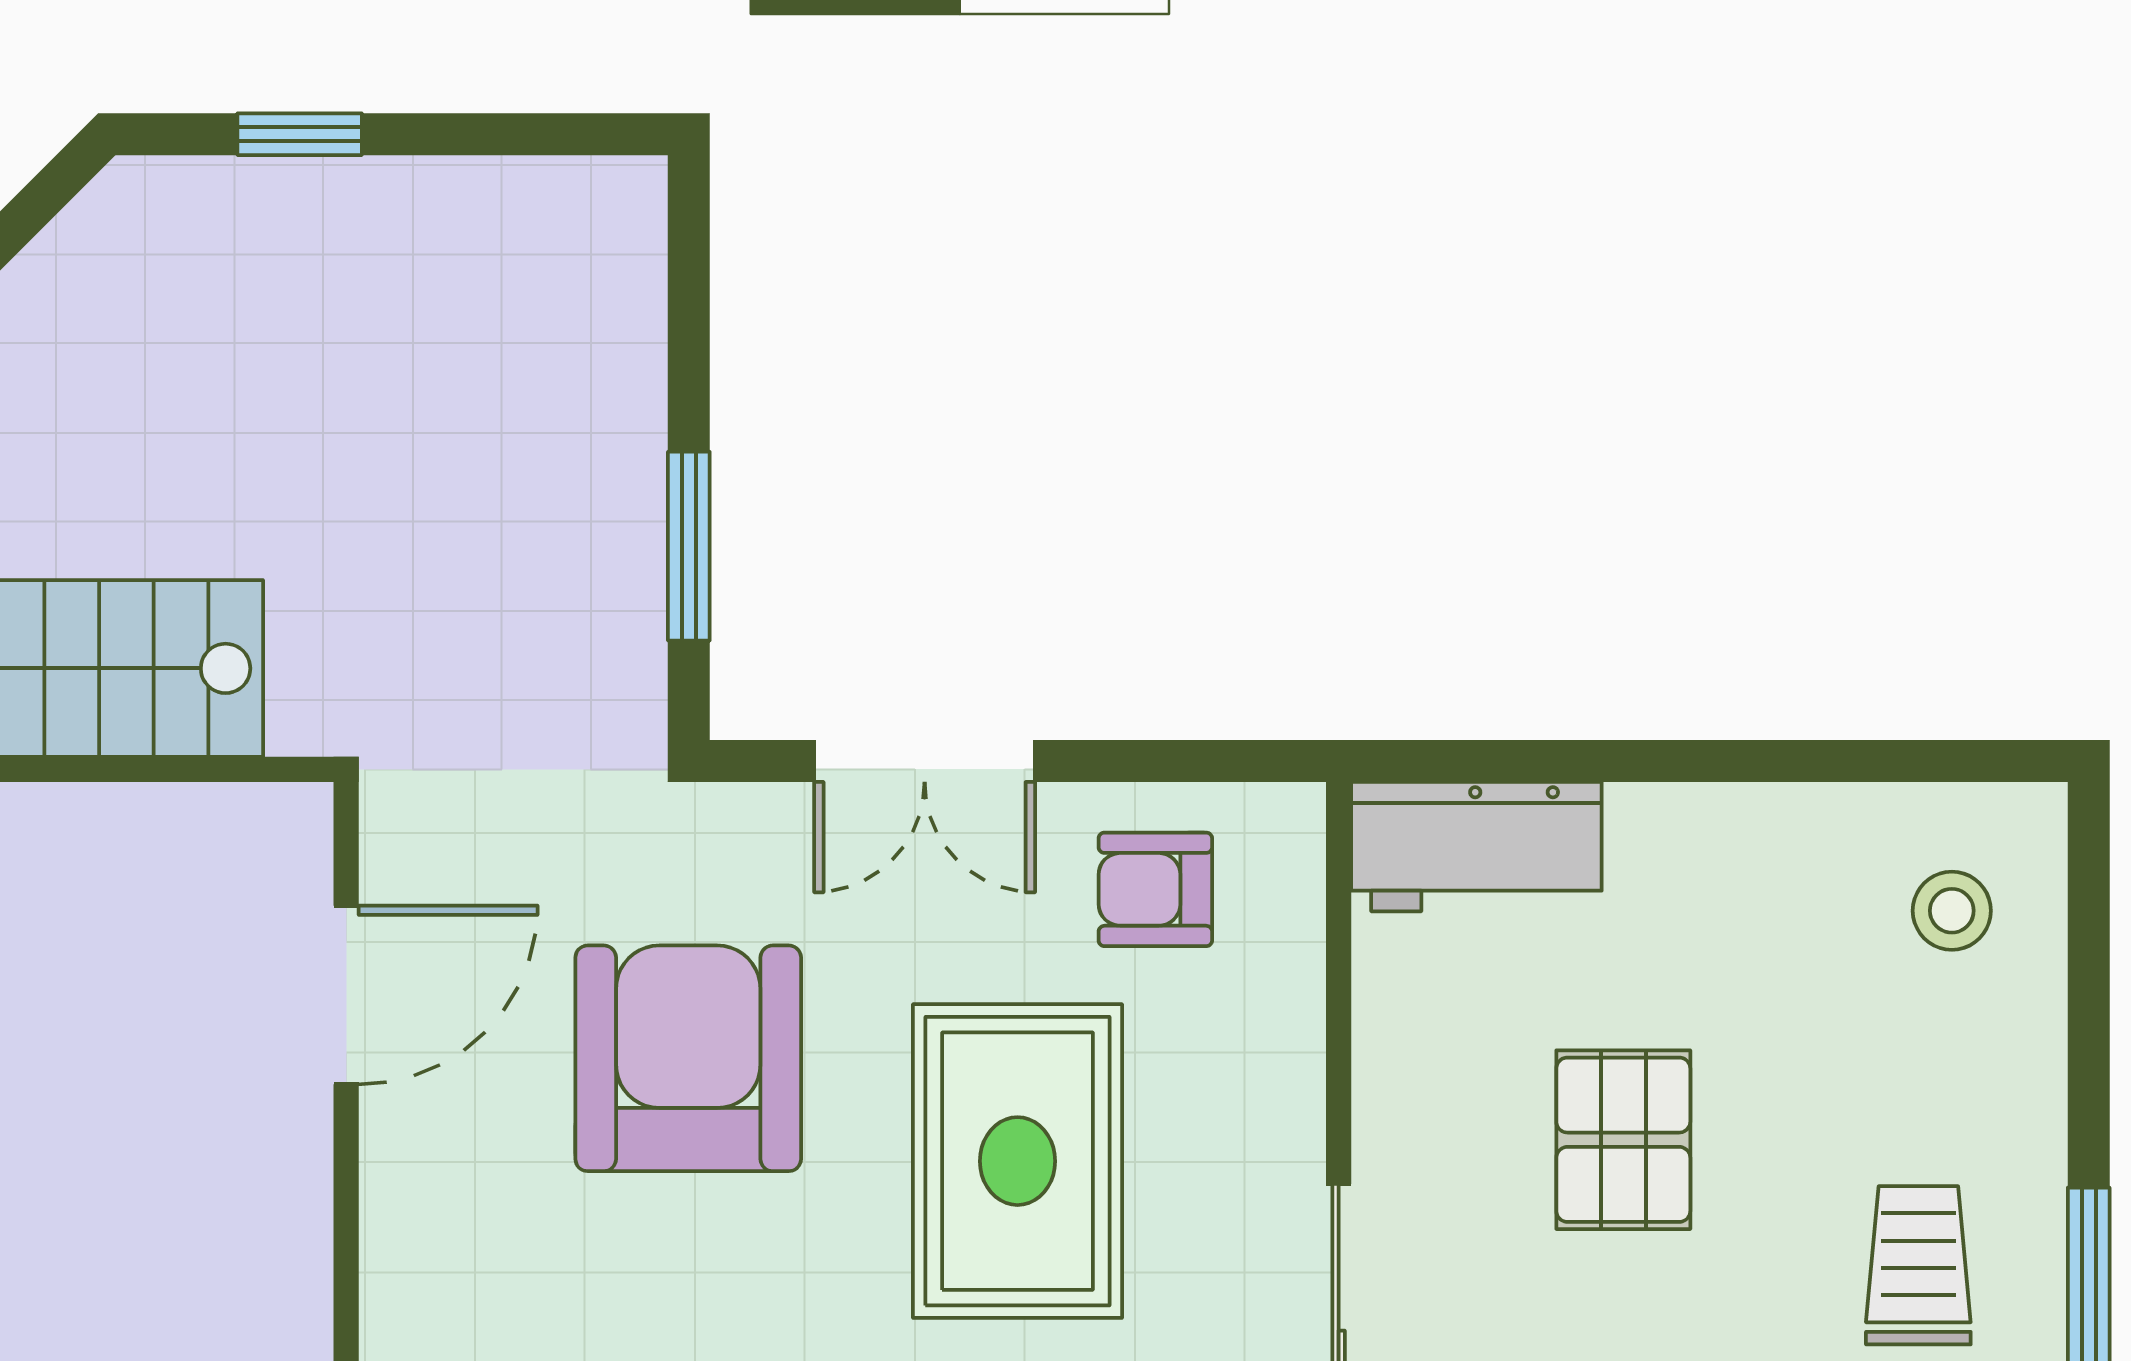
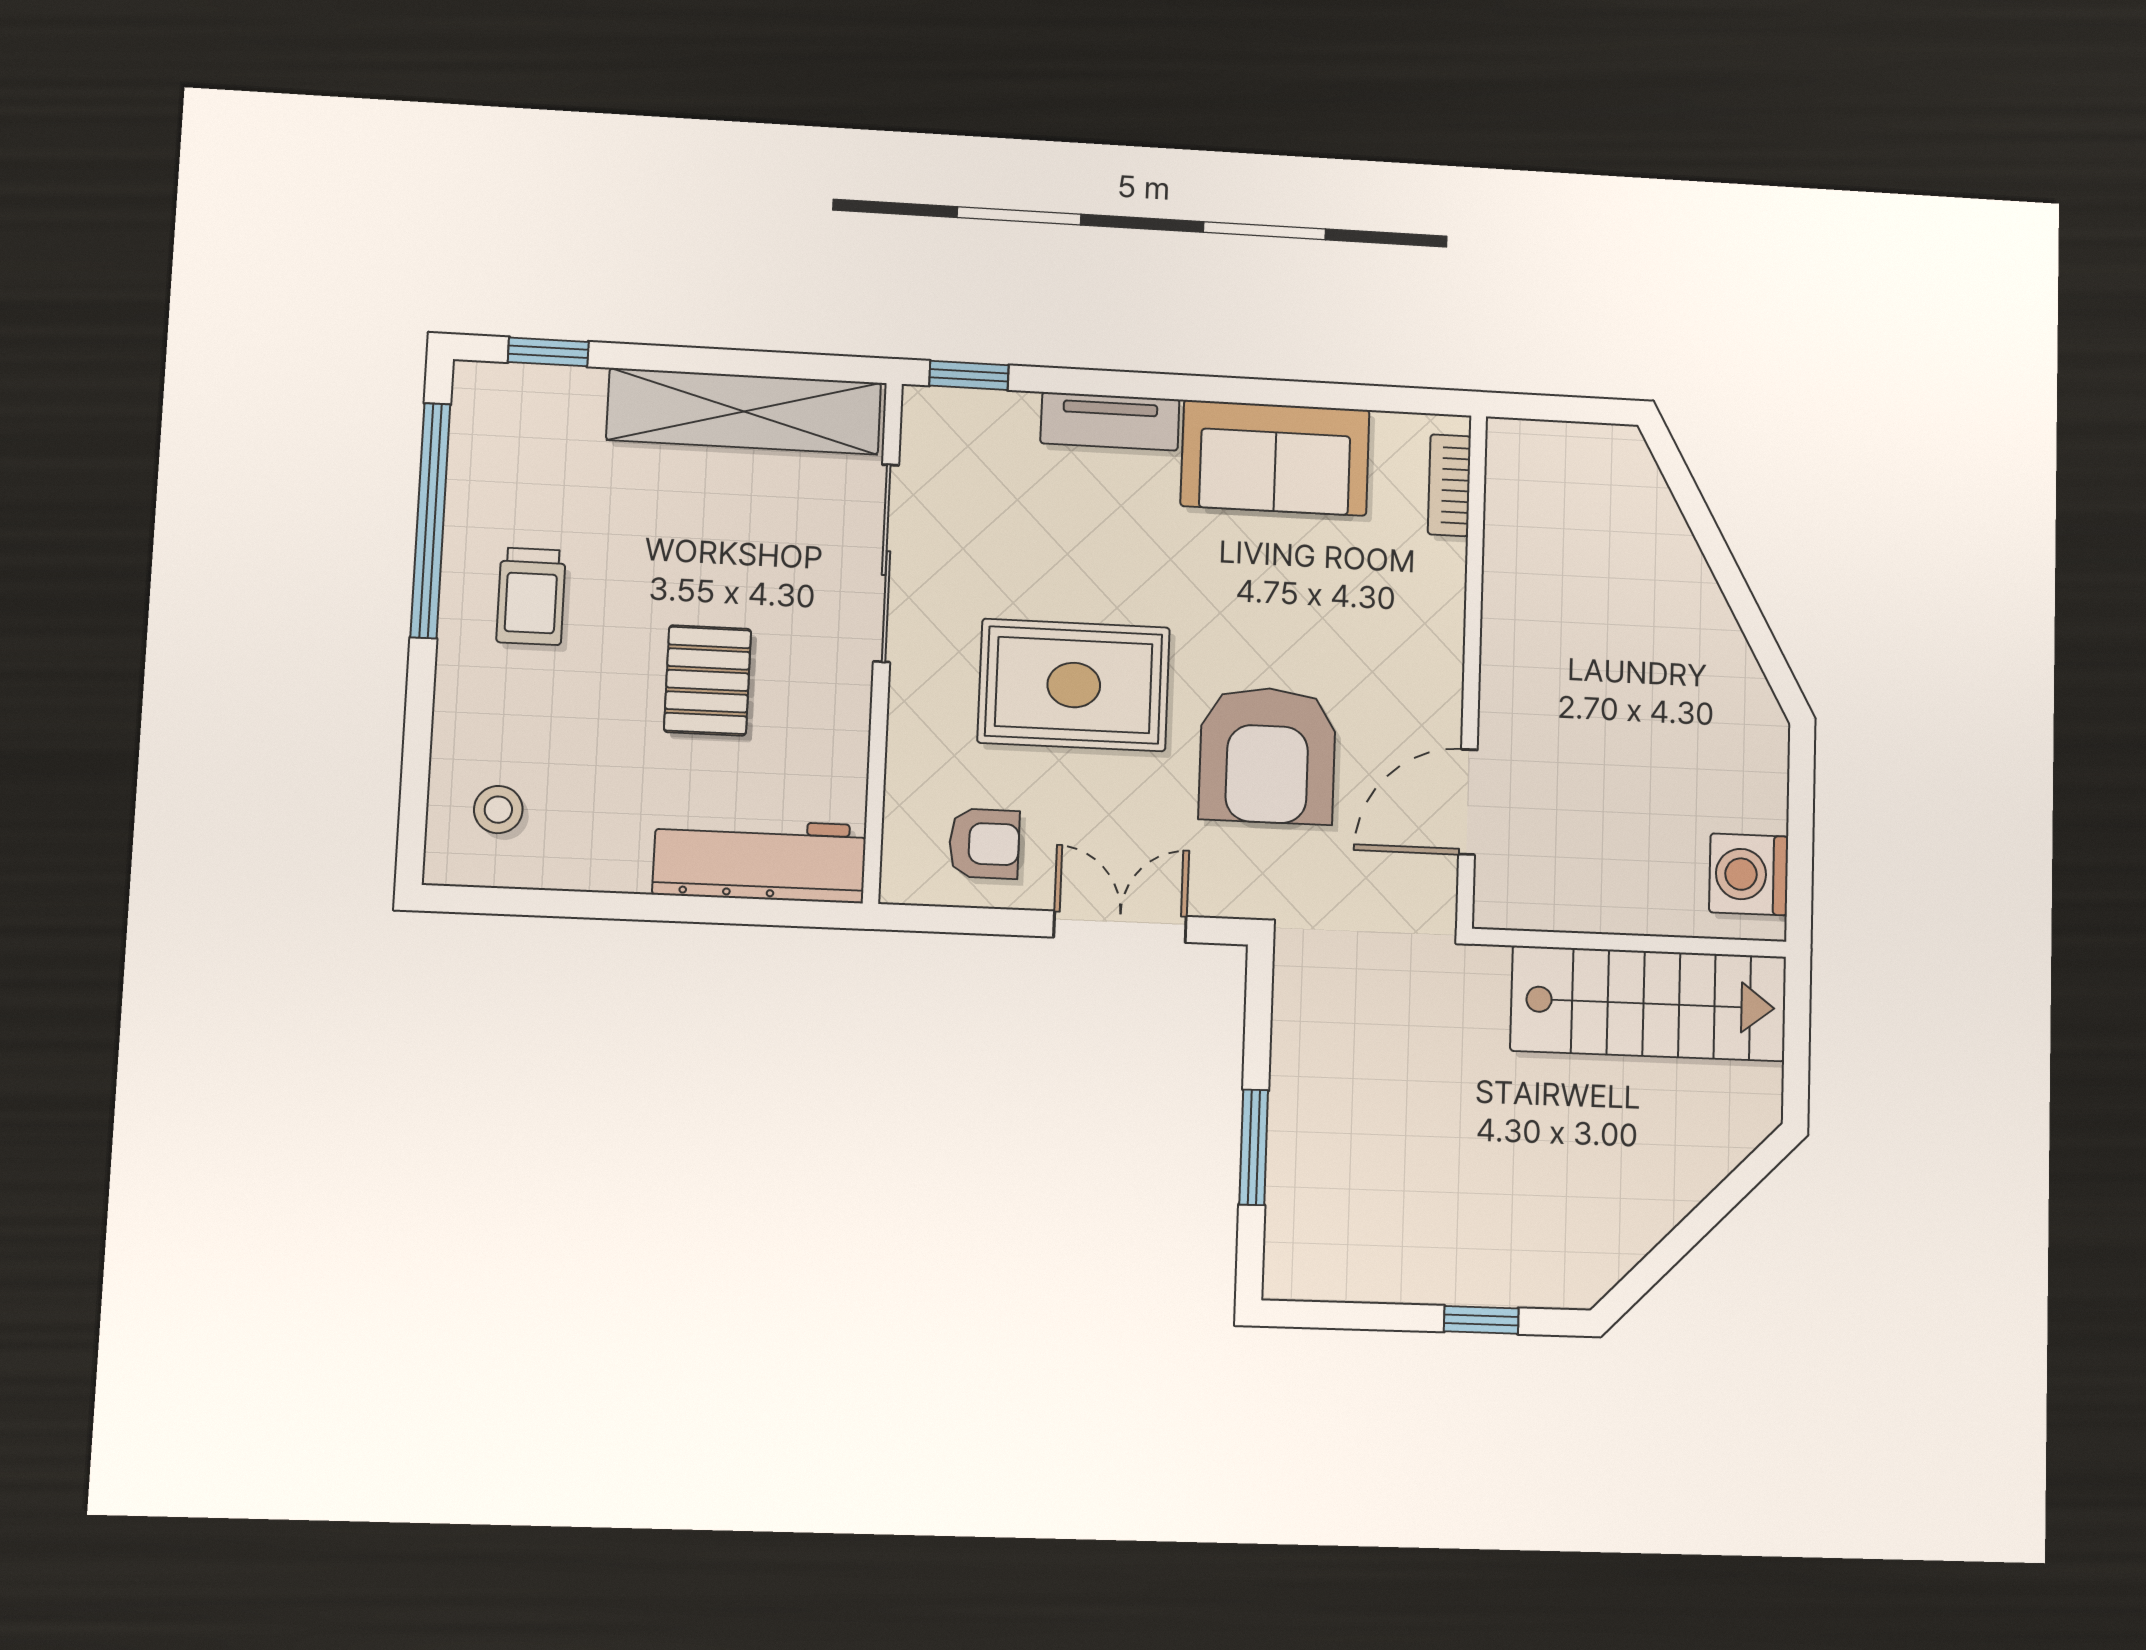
window: (689, 546) -> (1254, 1147), moved
workbench: (1476, 847) -> (760, 860), width x1.38
rug: (1017, 1161) -> (1074, 685), turned 90

